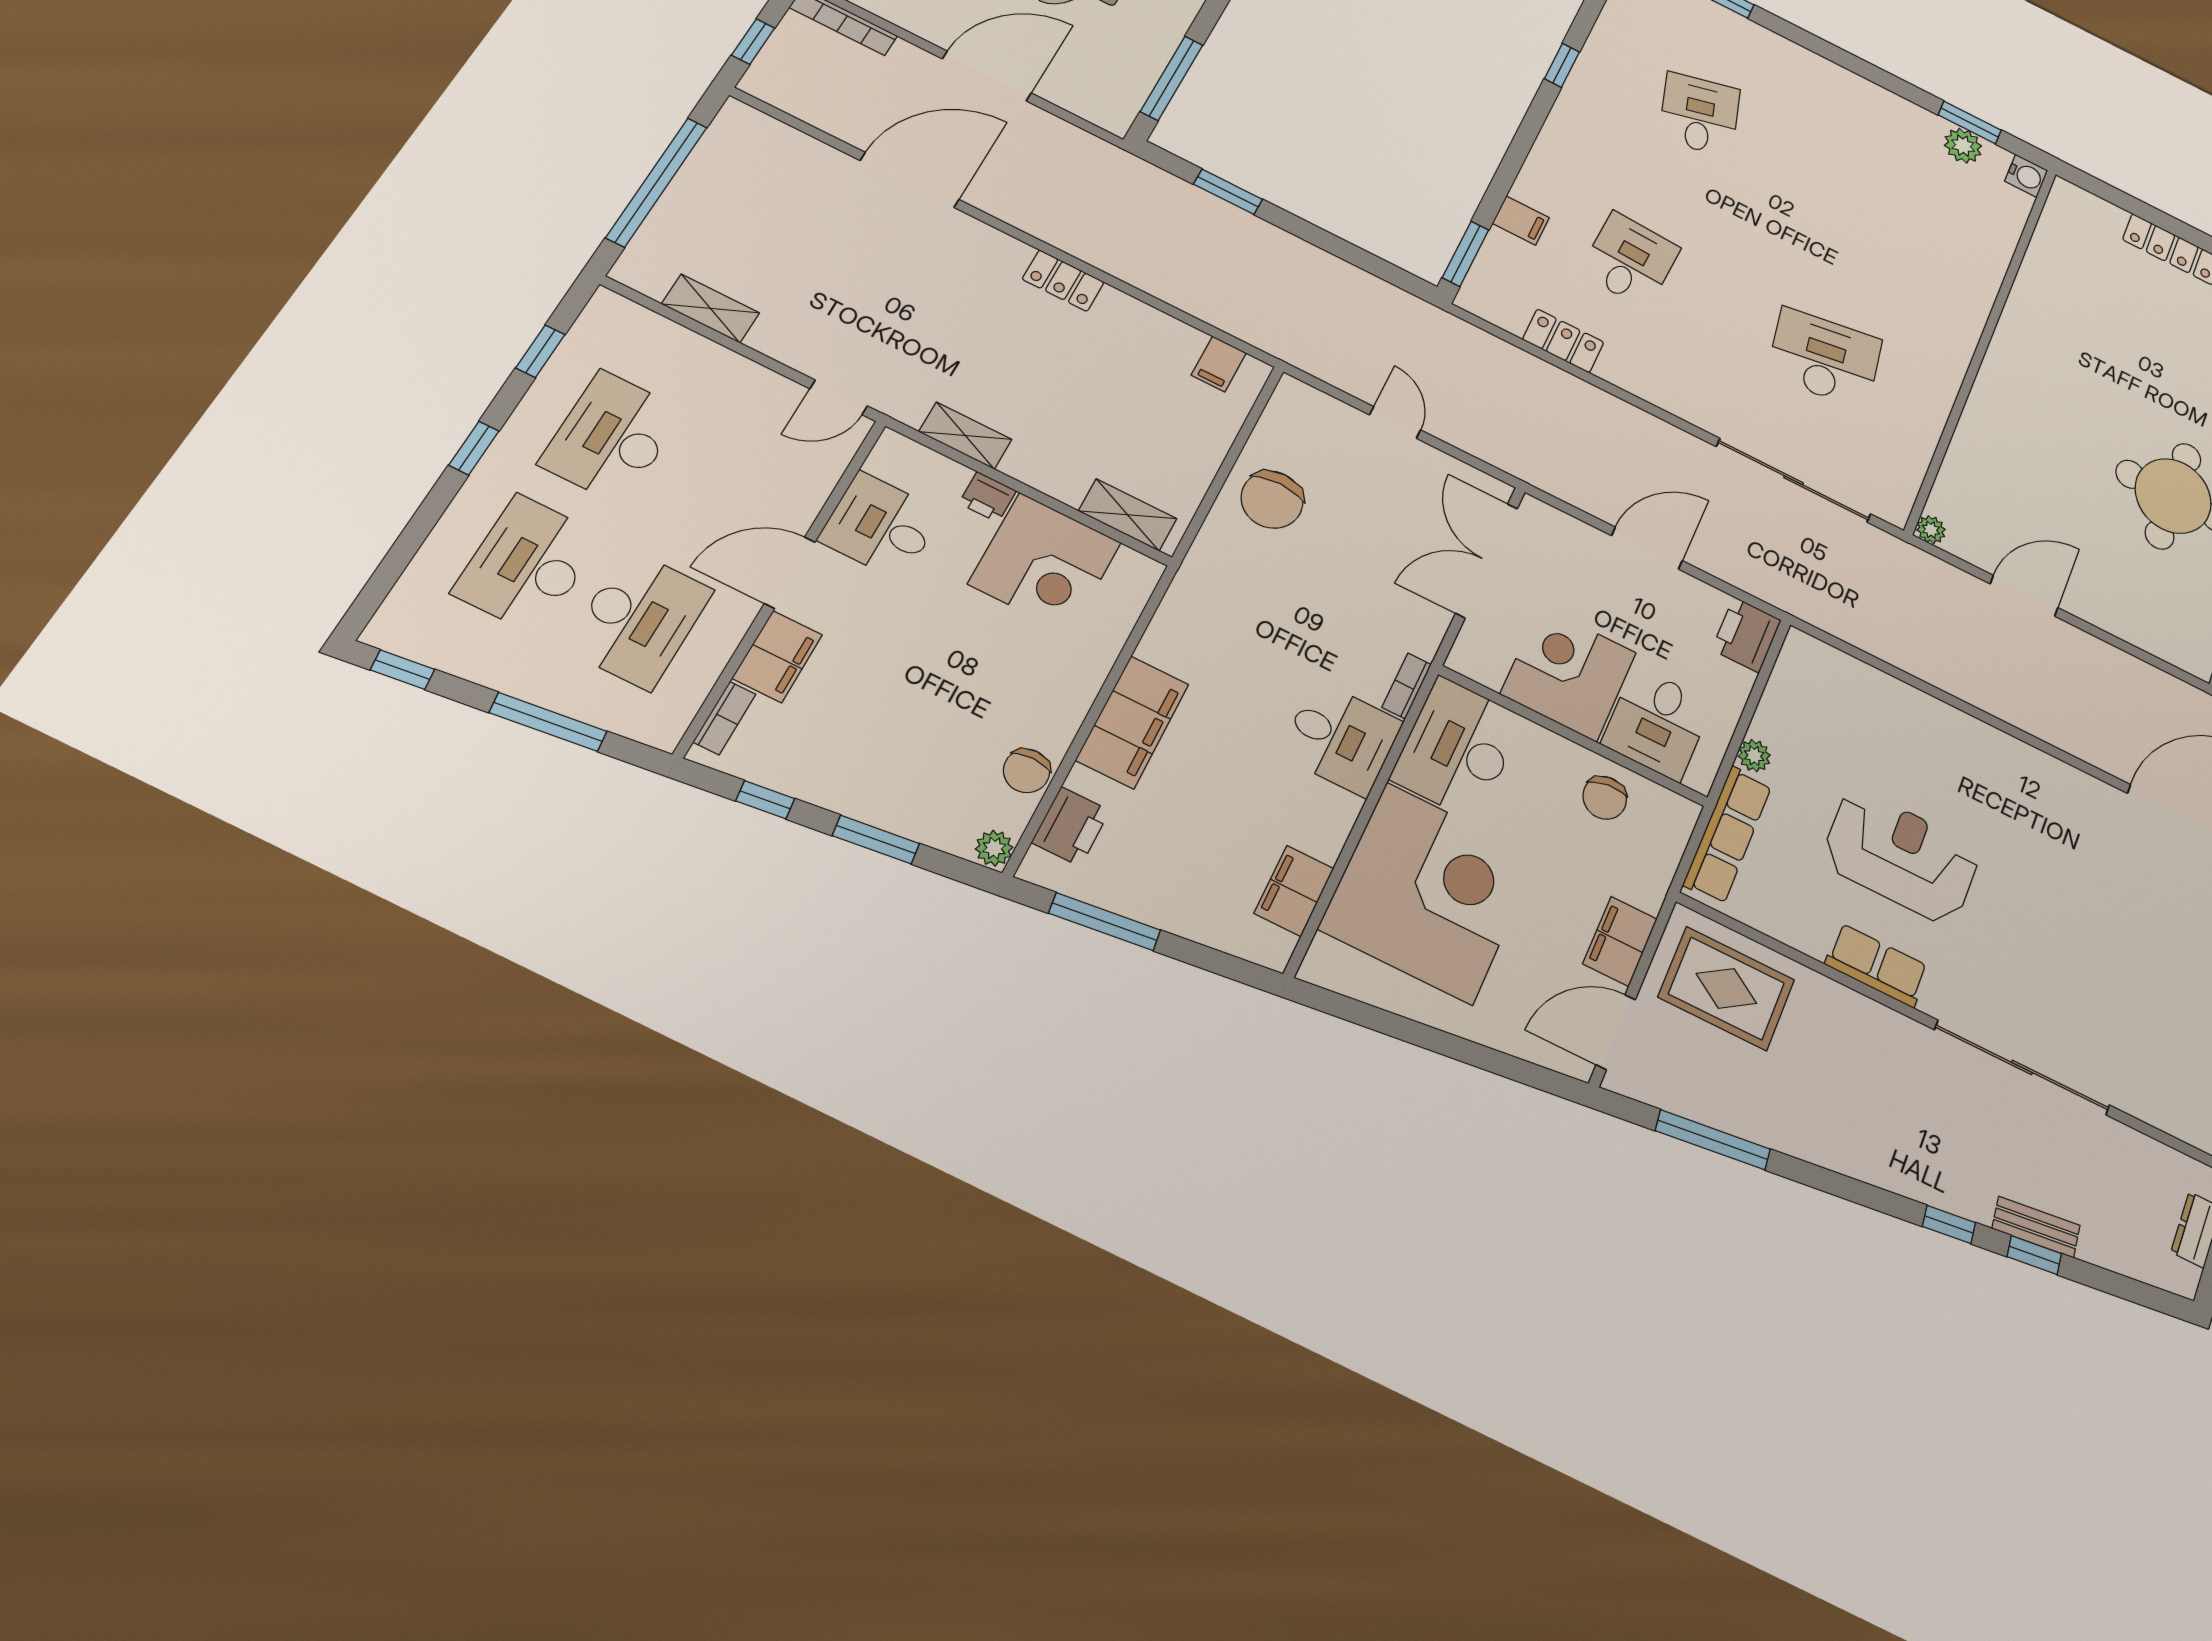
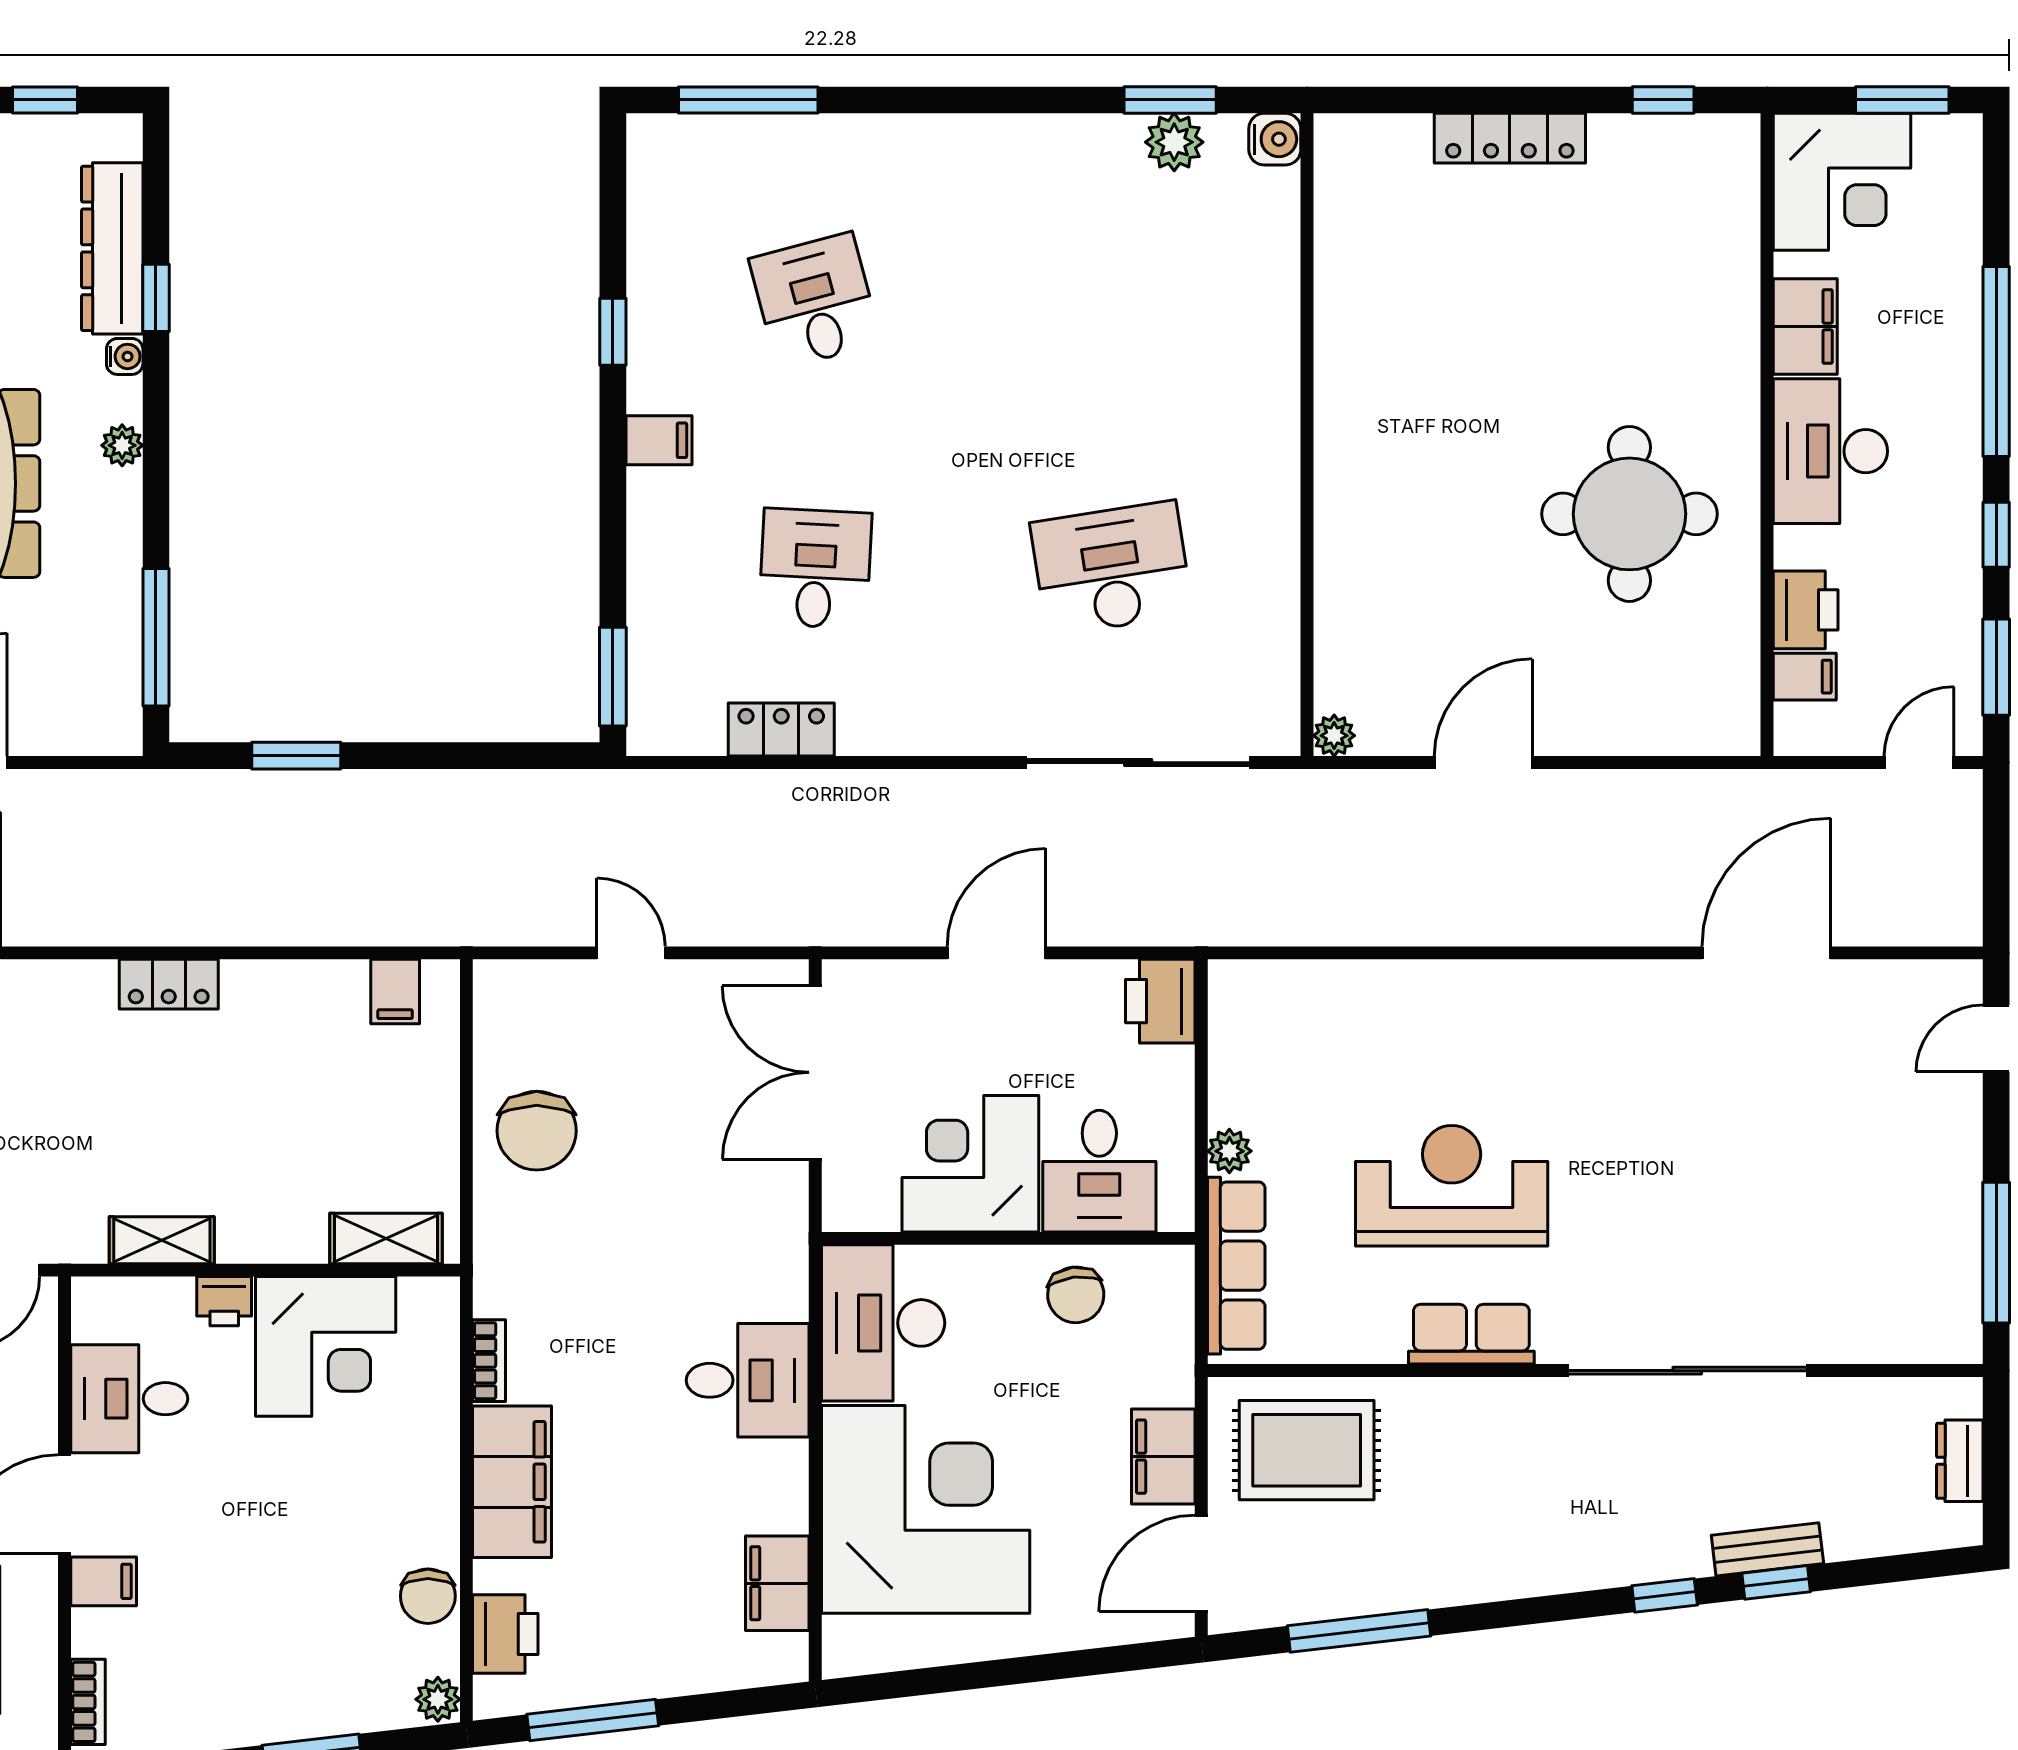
filing cabinet: (1521, 221) -> (659, 440), moved
filing cabinet: (777, 657) -> (104, 1581), width x0.50
bookcase: (1407, 686) -> (489, 1361), moved, turned 180

